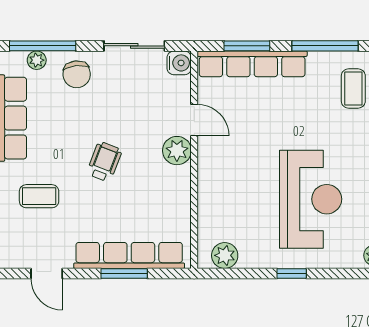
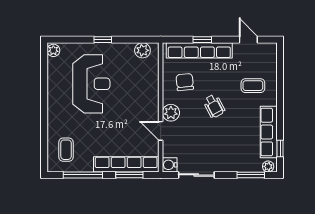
window: (43, 46) -> (251, 175), width x0.69
plant: (37, 60) -> (268, 166), moved
chair: (77, 74) -> (185, 82), moved
wheelchair: (104, 162) -> (214, 106), turned -49
reception desk: (311, 199) -> (91, 84), turned 180
window: (124, 274) -> (202, 40), width x0.67

